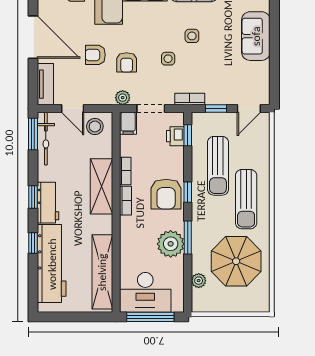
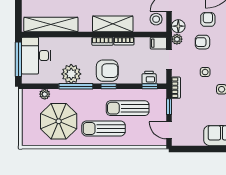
floor lamp: (105, 96) -> (178, 26), added
armchair: (166, 194) -> (107, 71), turned 180
window: (188, 237) -> (76, 86), width x1.44

